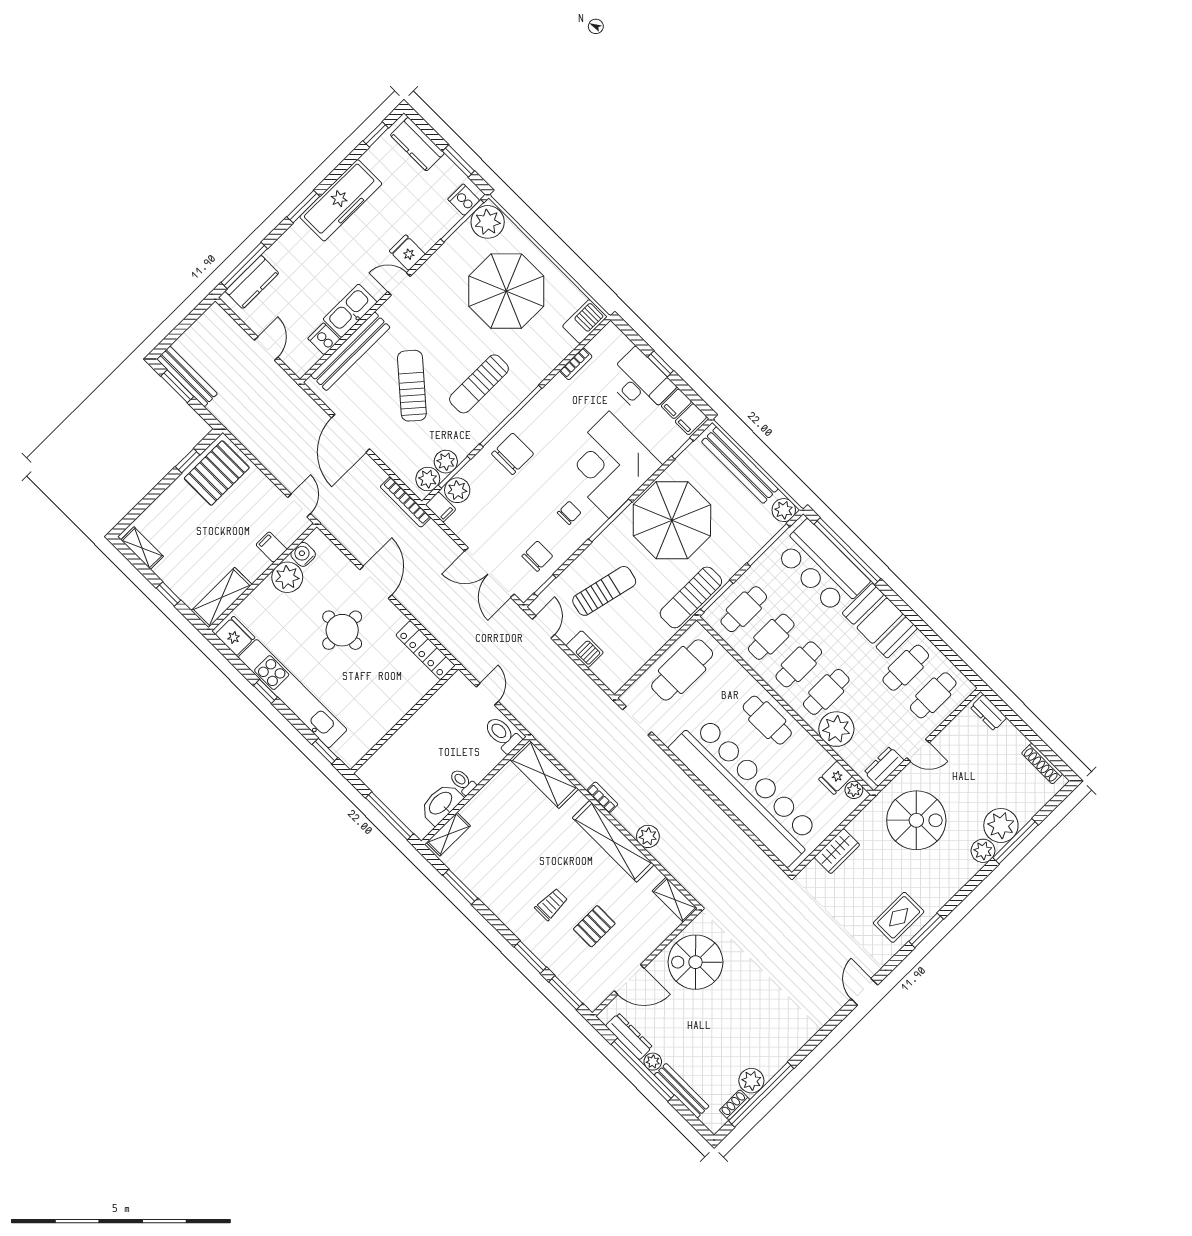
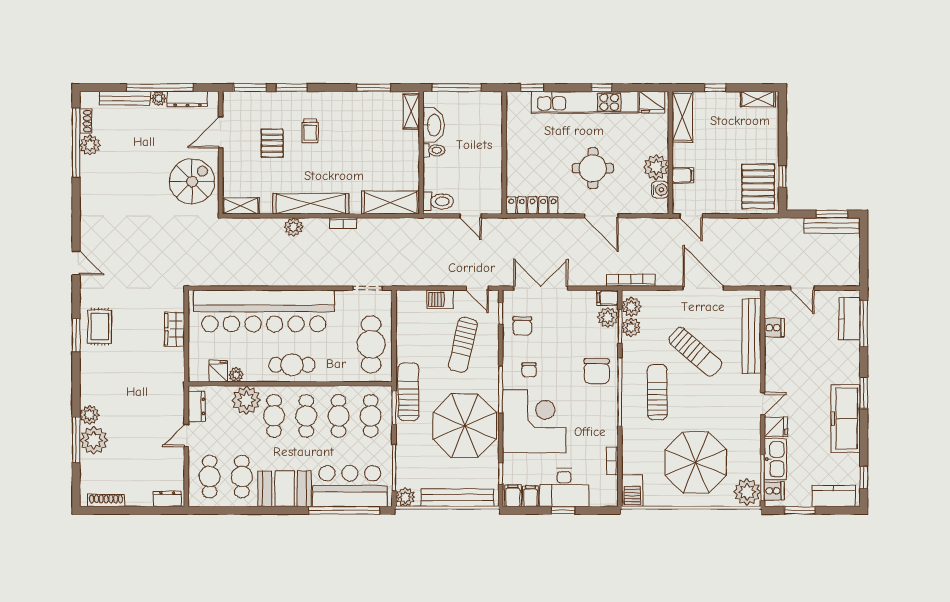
kitchen sink: (350, 311) -> (775, 459), moved
plant: (854, 790) -> (236, 375), moved
spiral stairs: (916, 820) -> (146, 394), removed

